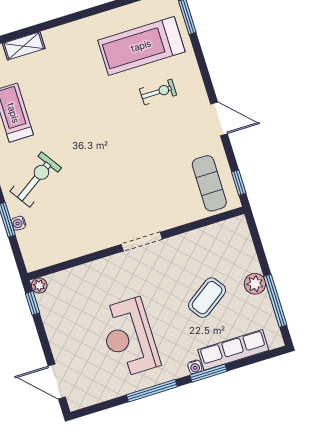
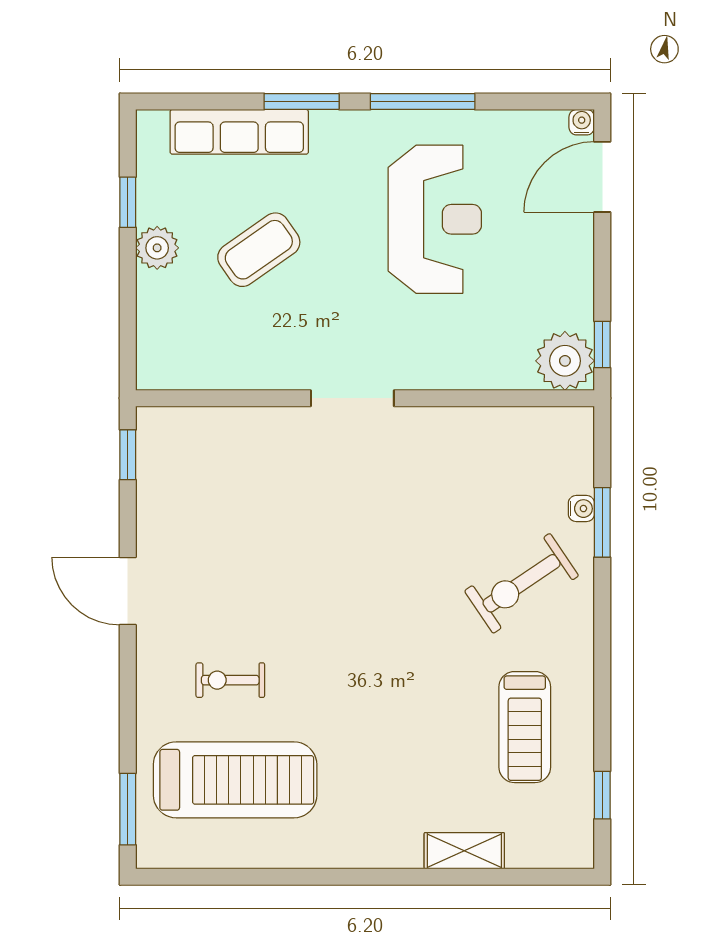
exercise mat: (209, 183) -> (185, 471), removed
plant: (39, 286) -> (565, 361), width x1.88, depth x1.88
window: (275, 301) -> (128, 202), width x0.46
water cooler: (195, 367) -> (582, 122), moved
door: (57, 382) -> (602, 177), swing flipped

